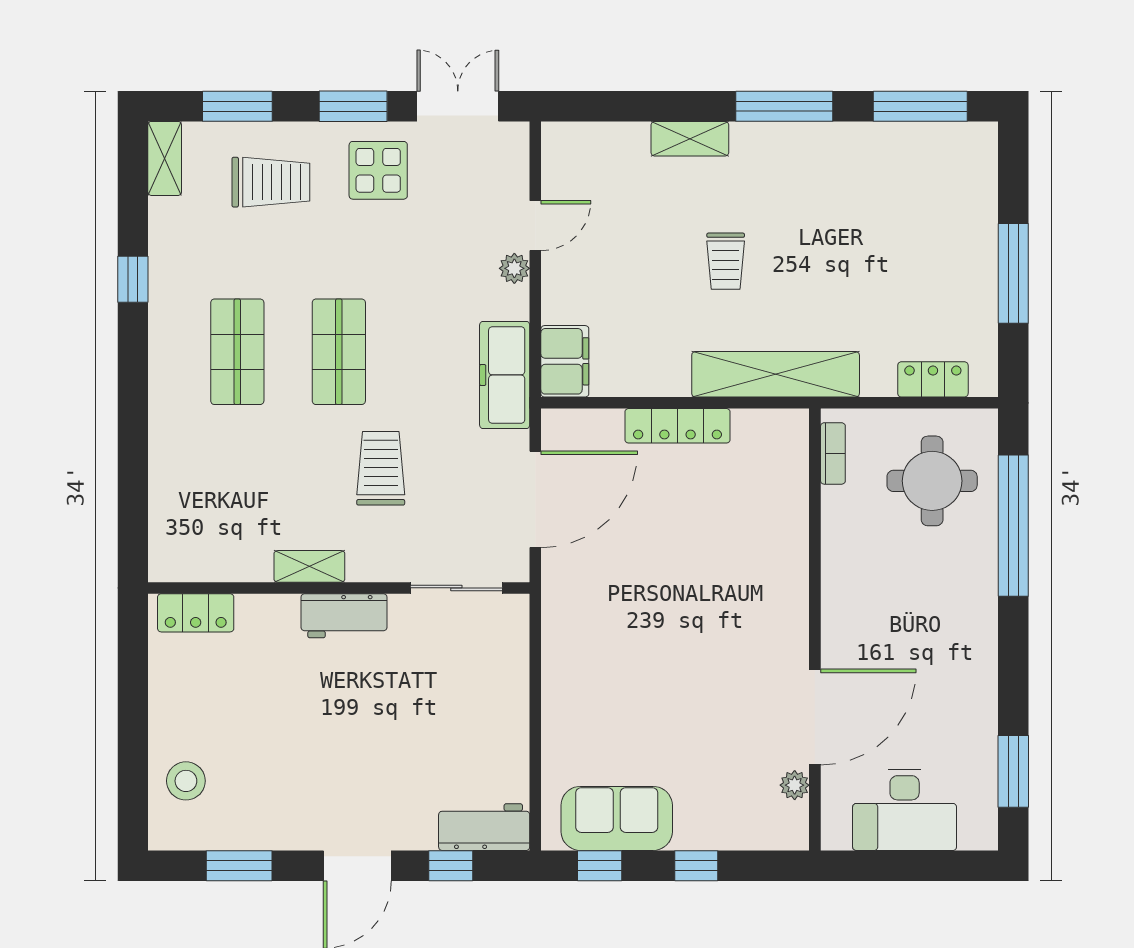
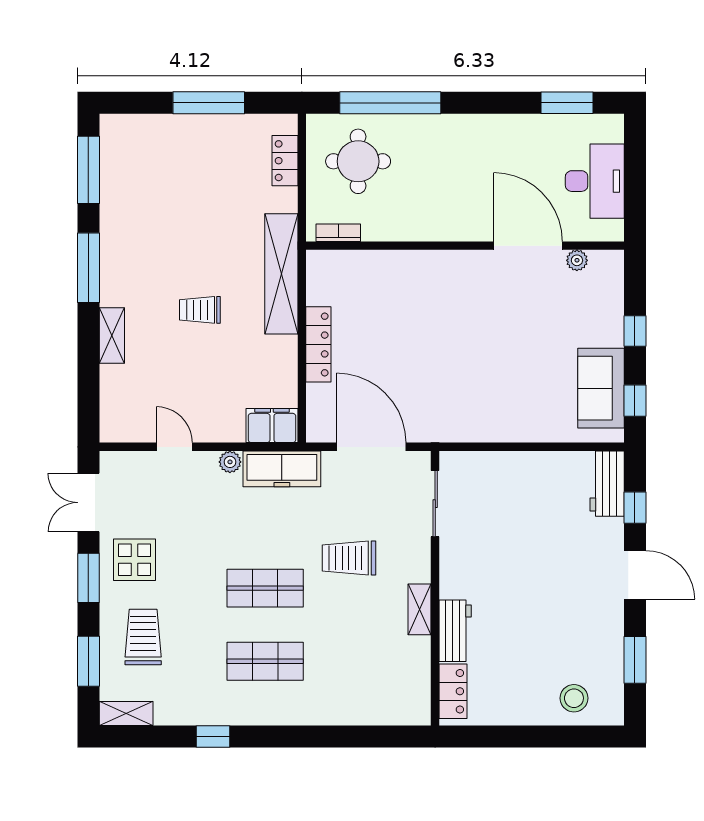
trolley: (726, 261) -> (200, 310), turned 180
plant: (514, 268) -> (230, 462), moved
workbench: (344, 616) -> (455, 631), moved

